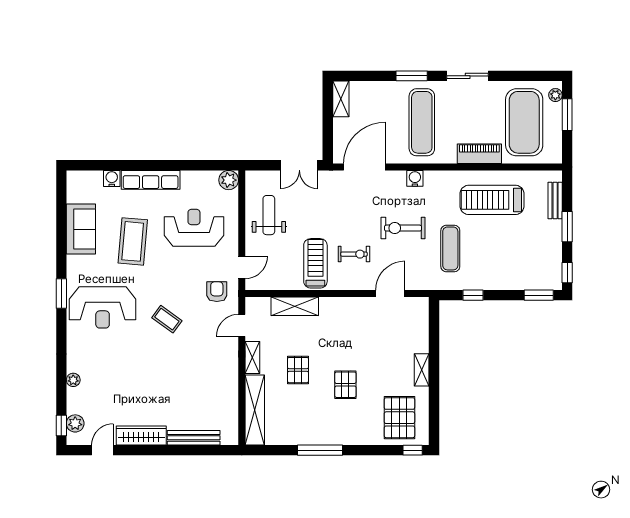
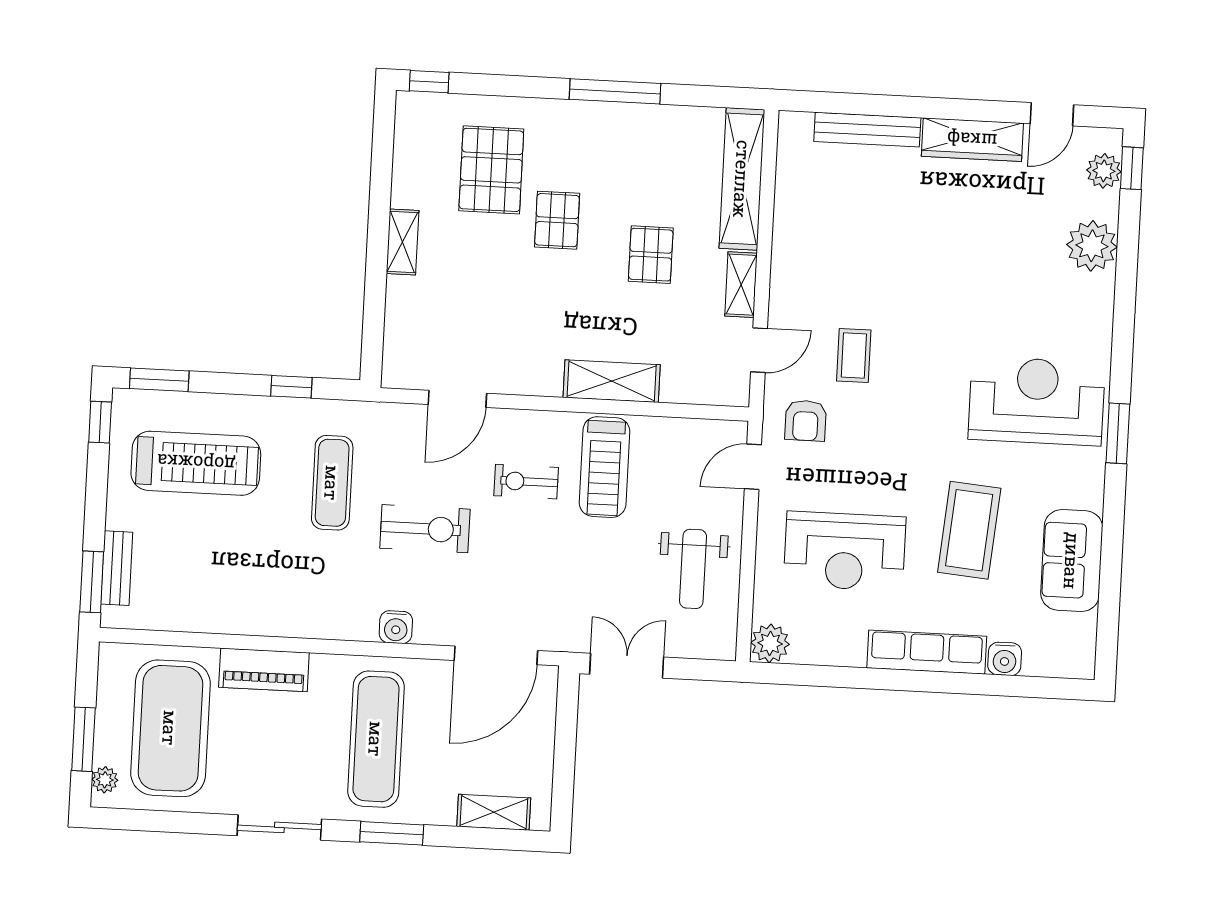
shelving: (341, 99) -> (494, 812), moved, turned 90
treadmill: (492, 200) -> (196, 463), moved
window: (567, 227) -> (92, 582), moved
shelving: (295, 306) -> (612, 381), moved
coffee table: (167, 319) -> (854, 356), moved, turned 54
plant: (73, 380) -> (1092, 246), width x1.87, depth x1.87
pallet: (399, 418) -> (491, 170), moved

